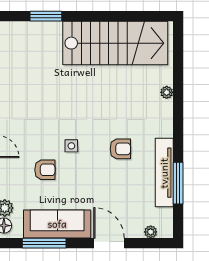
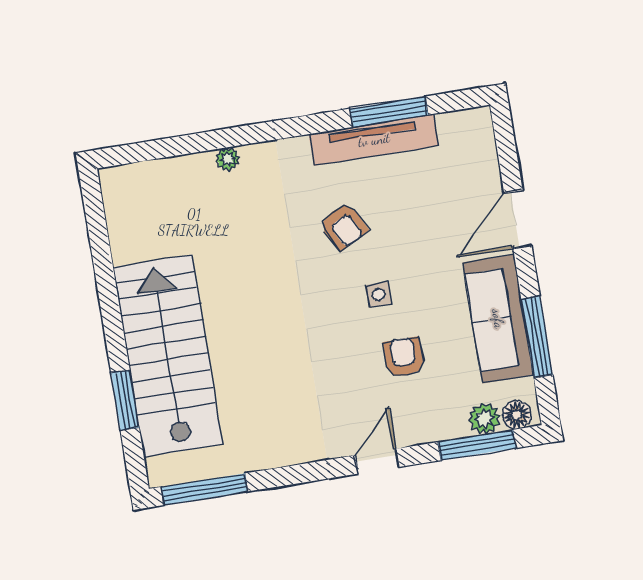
stairs: (115, 43) -> (168, 356), moved
side table: (71, 146) -> (379, 295), moved
armchair: (120, 149) -> (344, 226), turned 152
plant: (151, 232) -> (485, 147), removed

